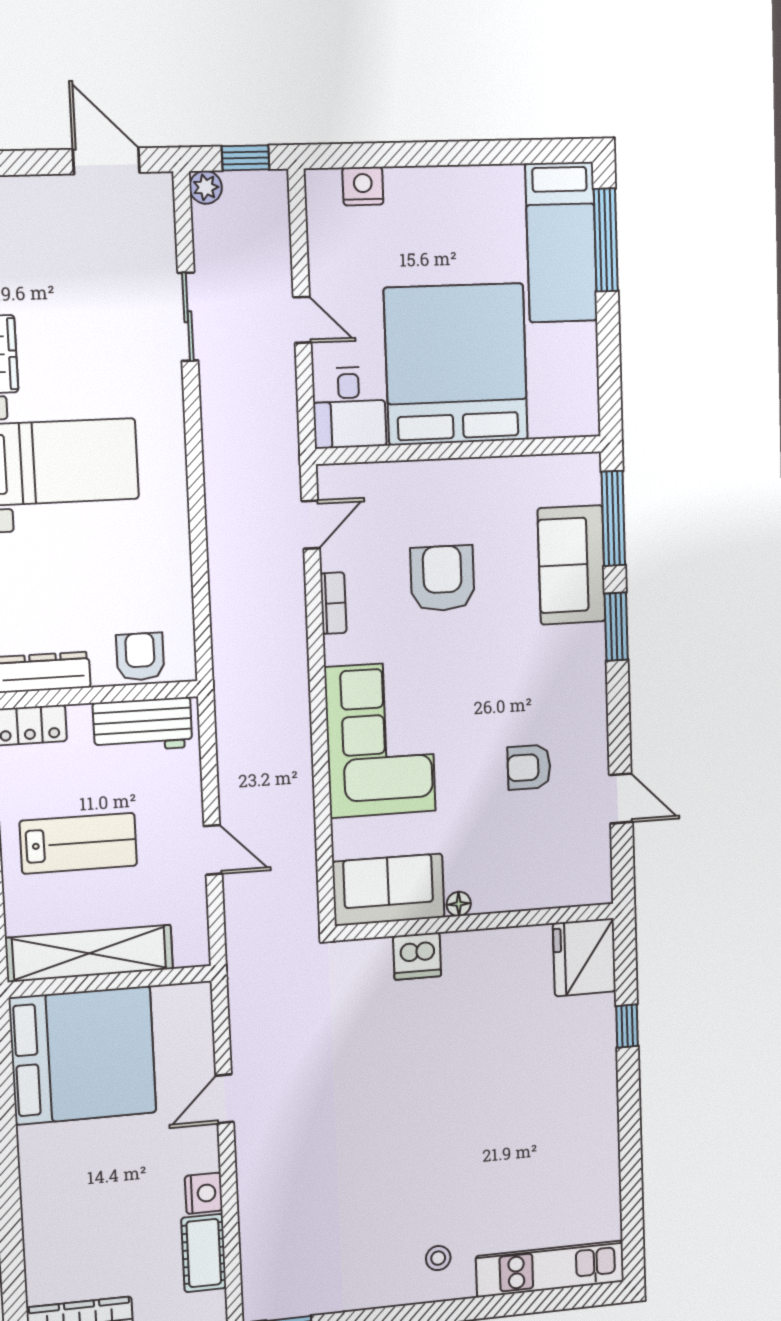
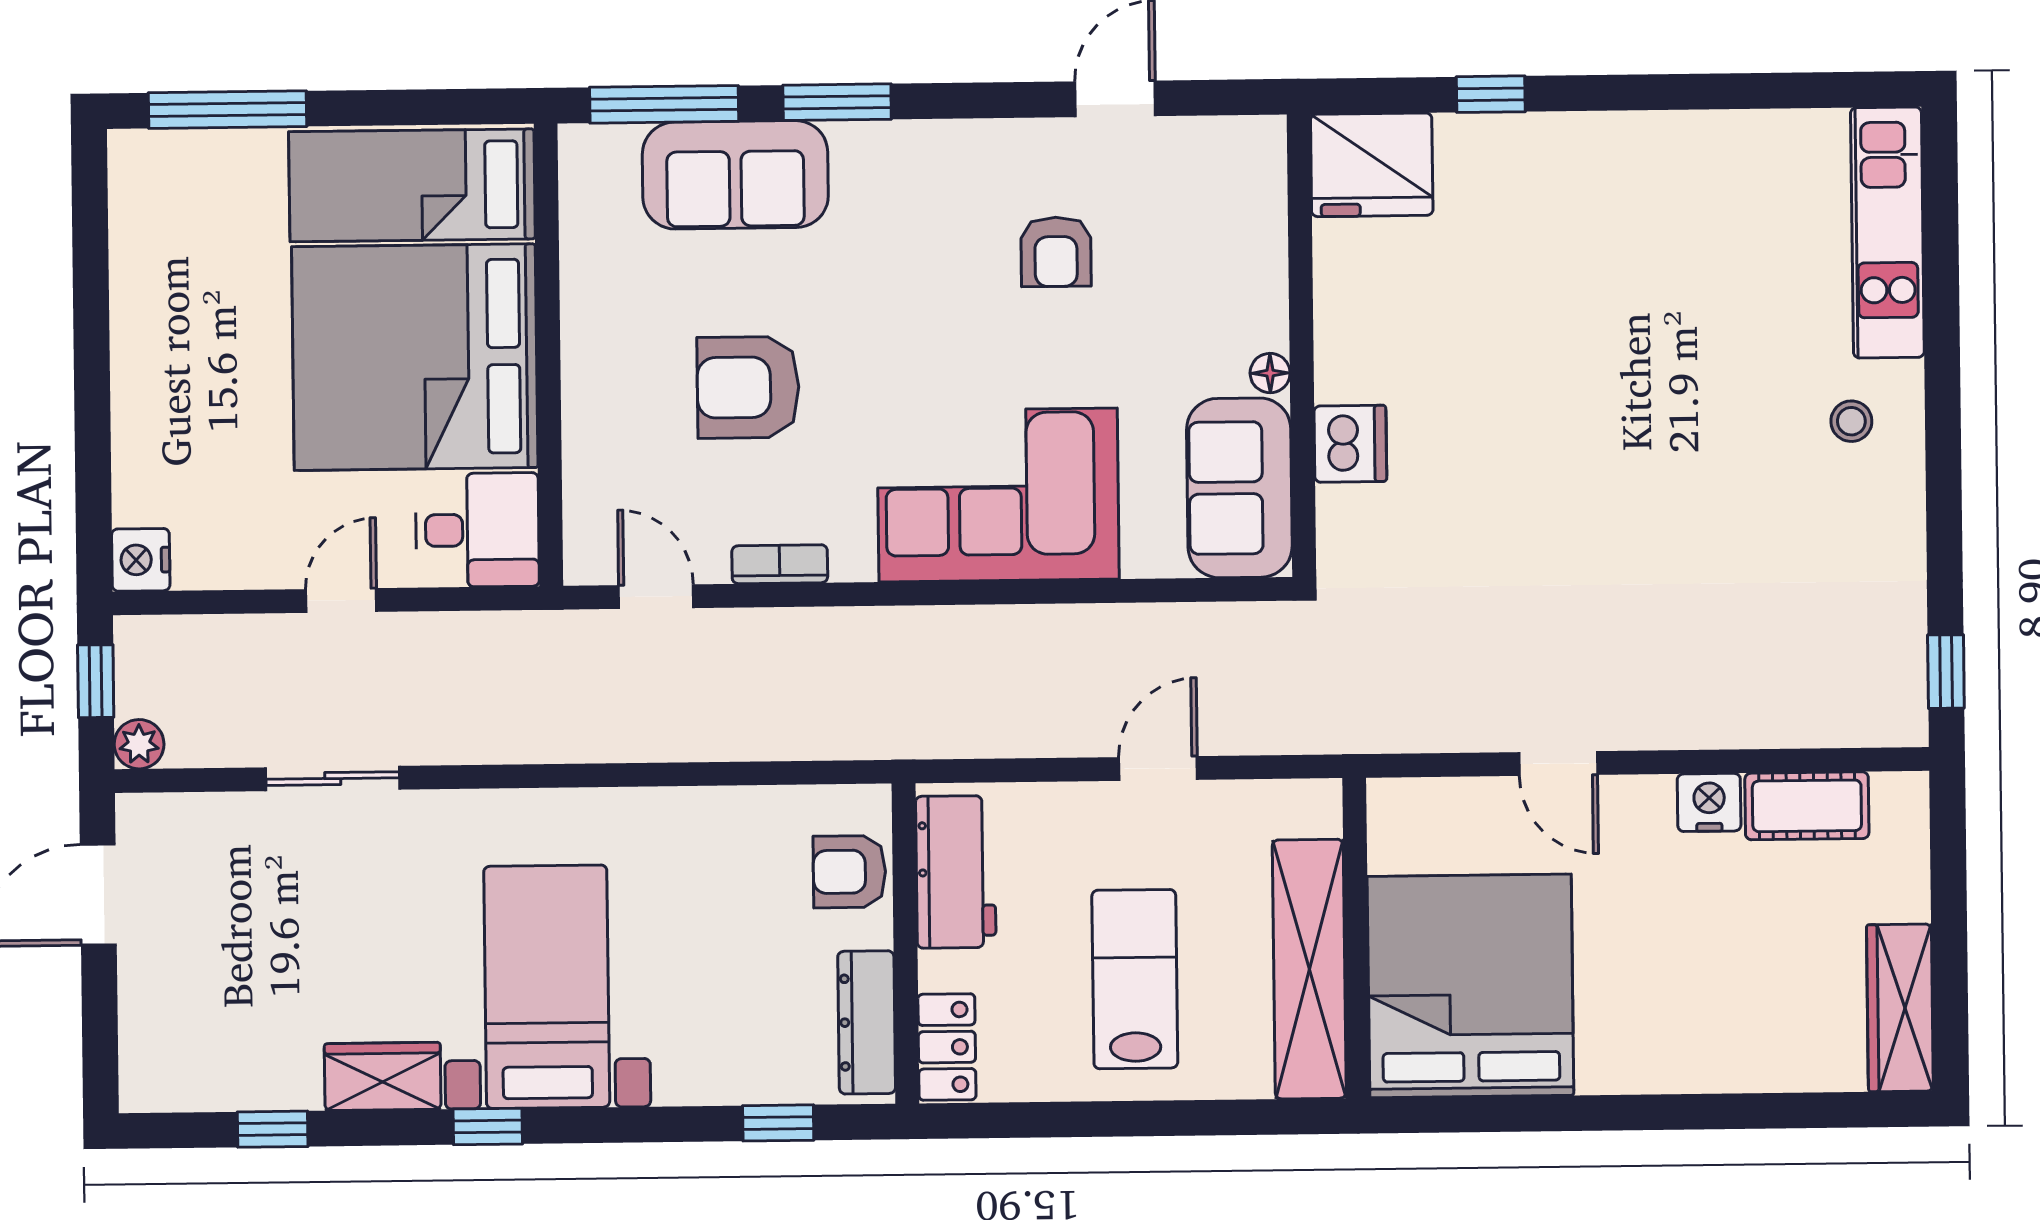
nightstand: (363, 186) -> (141, 560), moved
bed: (561, 242) -> (412, 185), moved, turned 180

